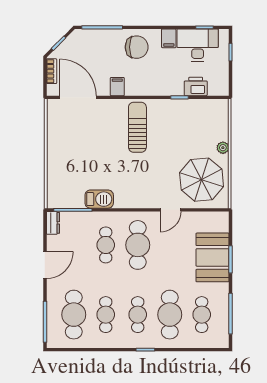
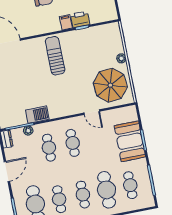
printer: (196, 86) -> (80, 19), moved
filing cabinet: (117, 87) -> (66, 22), moved
door: (170, 210) -> (92, 112), hinge flipped
plant: (83, 217) -> (28, 131), added
cafe table: (138, 245) -> (73, 143), width x0.73, depth x0.74

